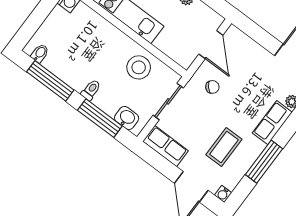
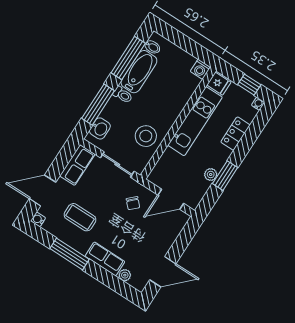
bathtub: (66, 70) -> (139, 72), added

